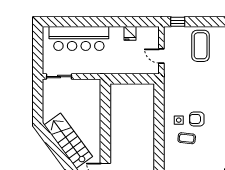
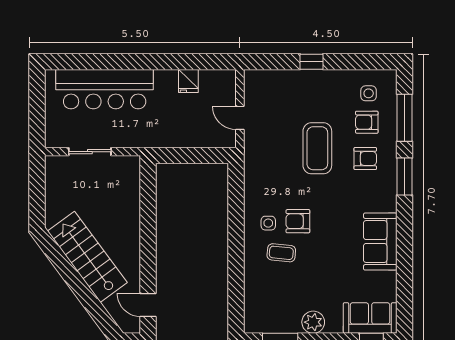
window: (178, 22) -> (312, 62), moved
coffee table: (201, 46) -> (317, 148), moved
sliding door: (59, 77) -> (90, 152), moved

